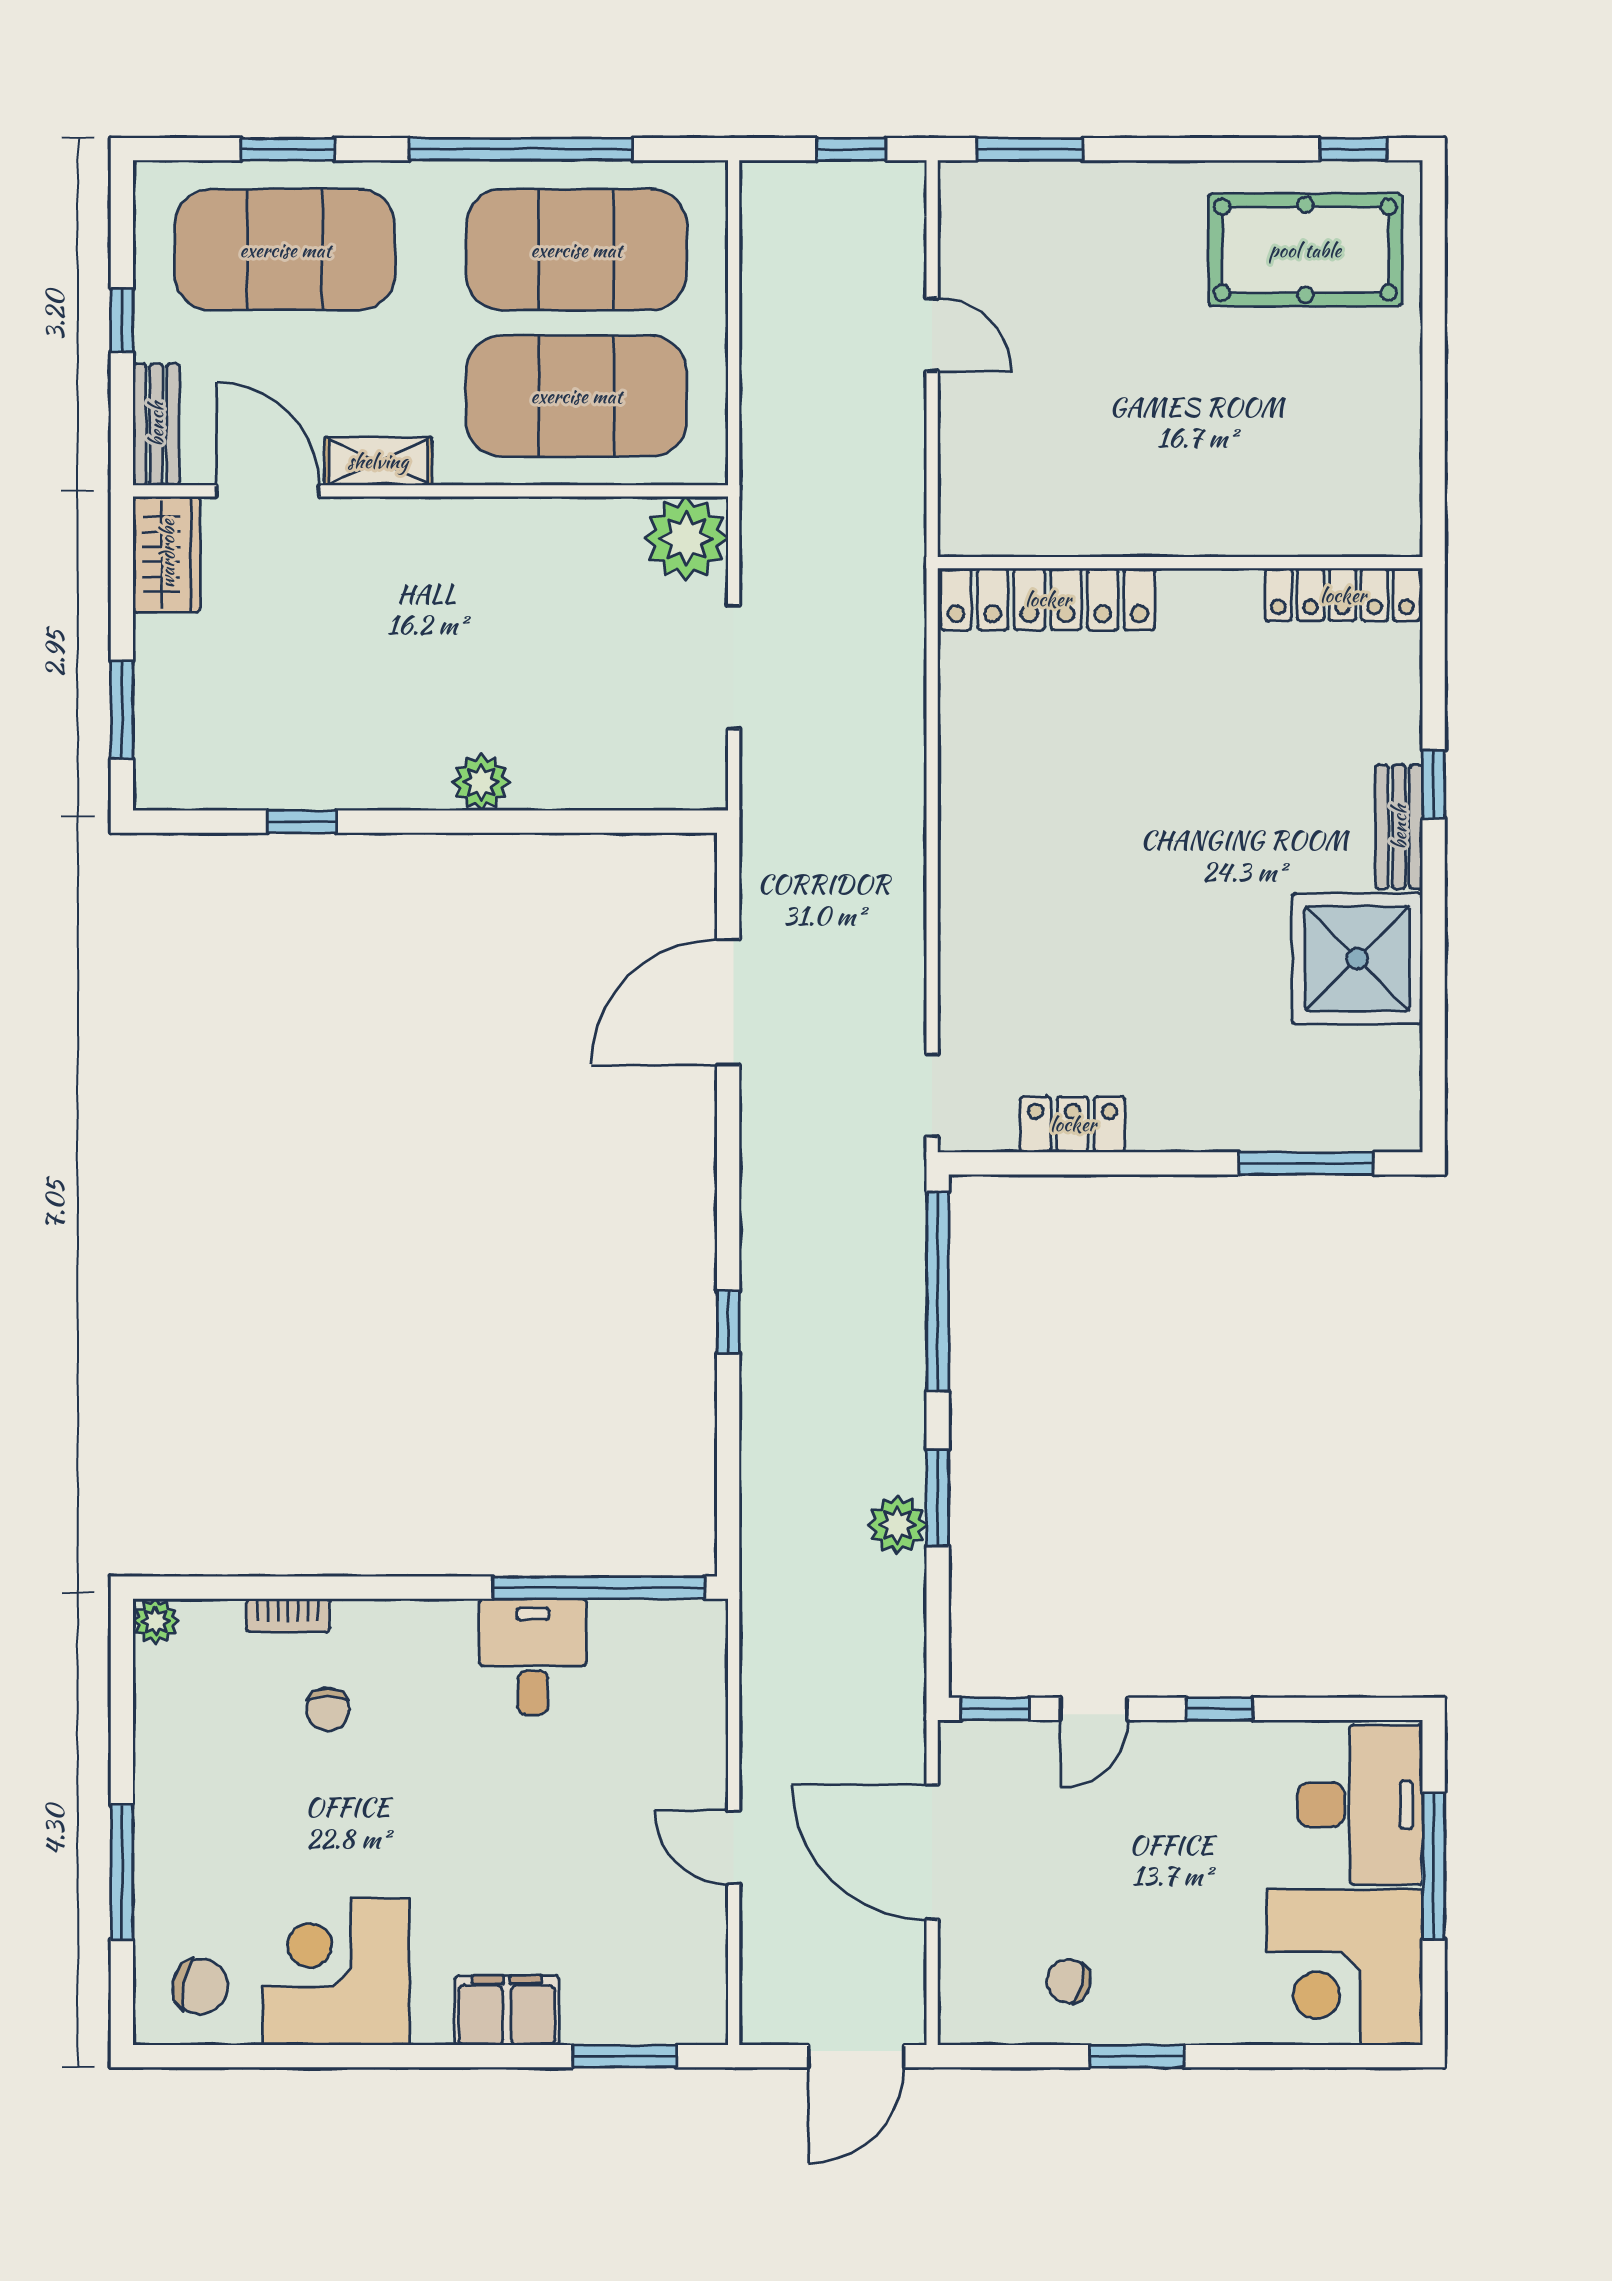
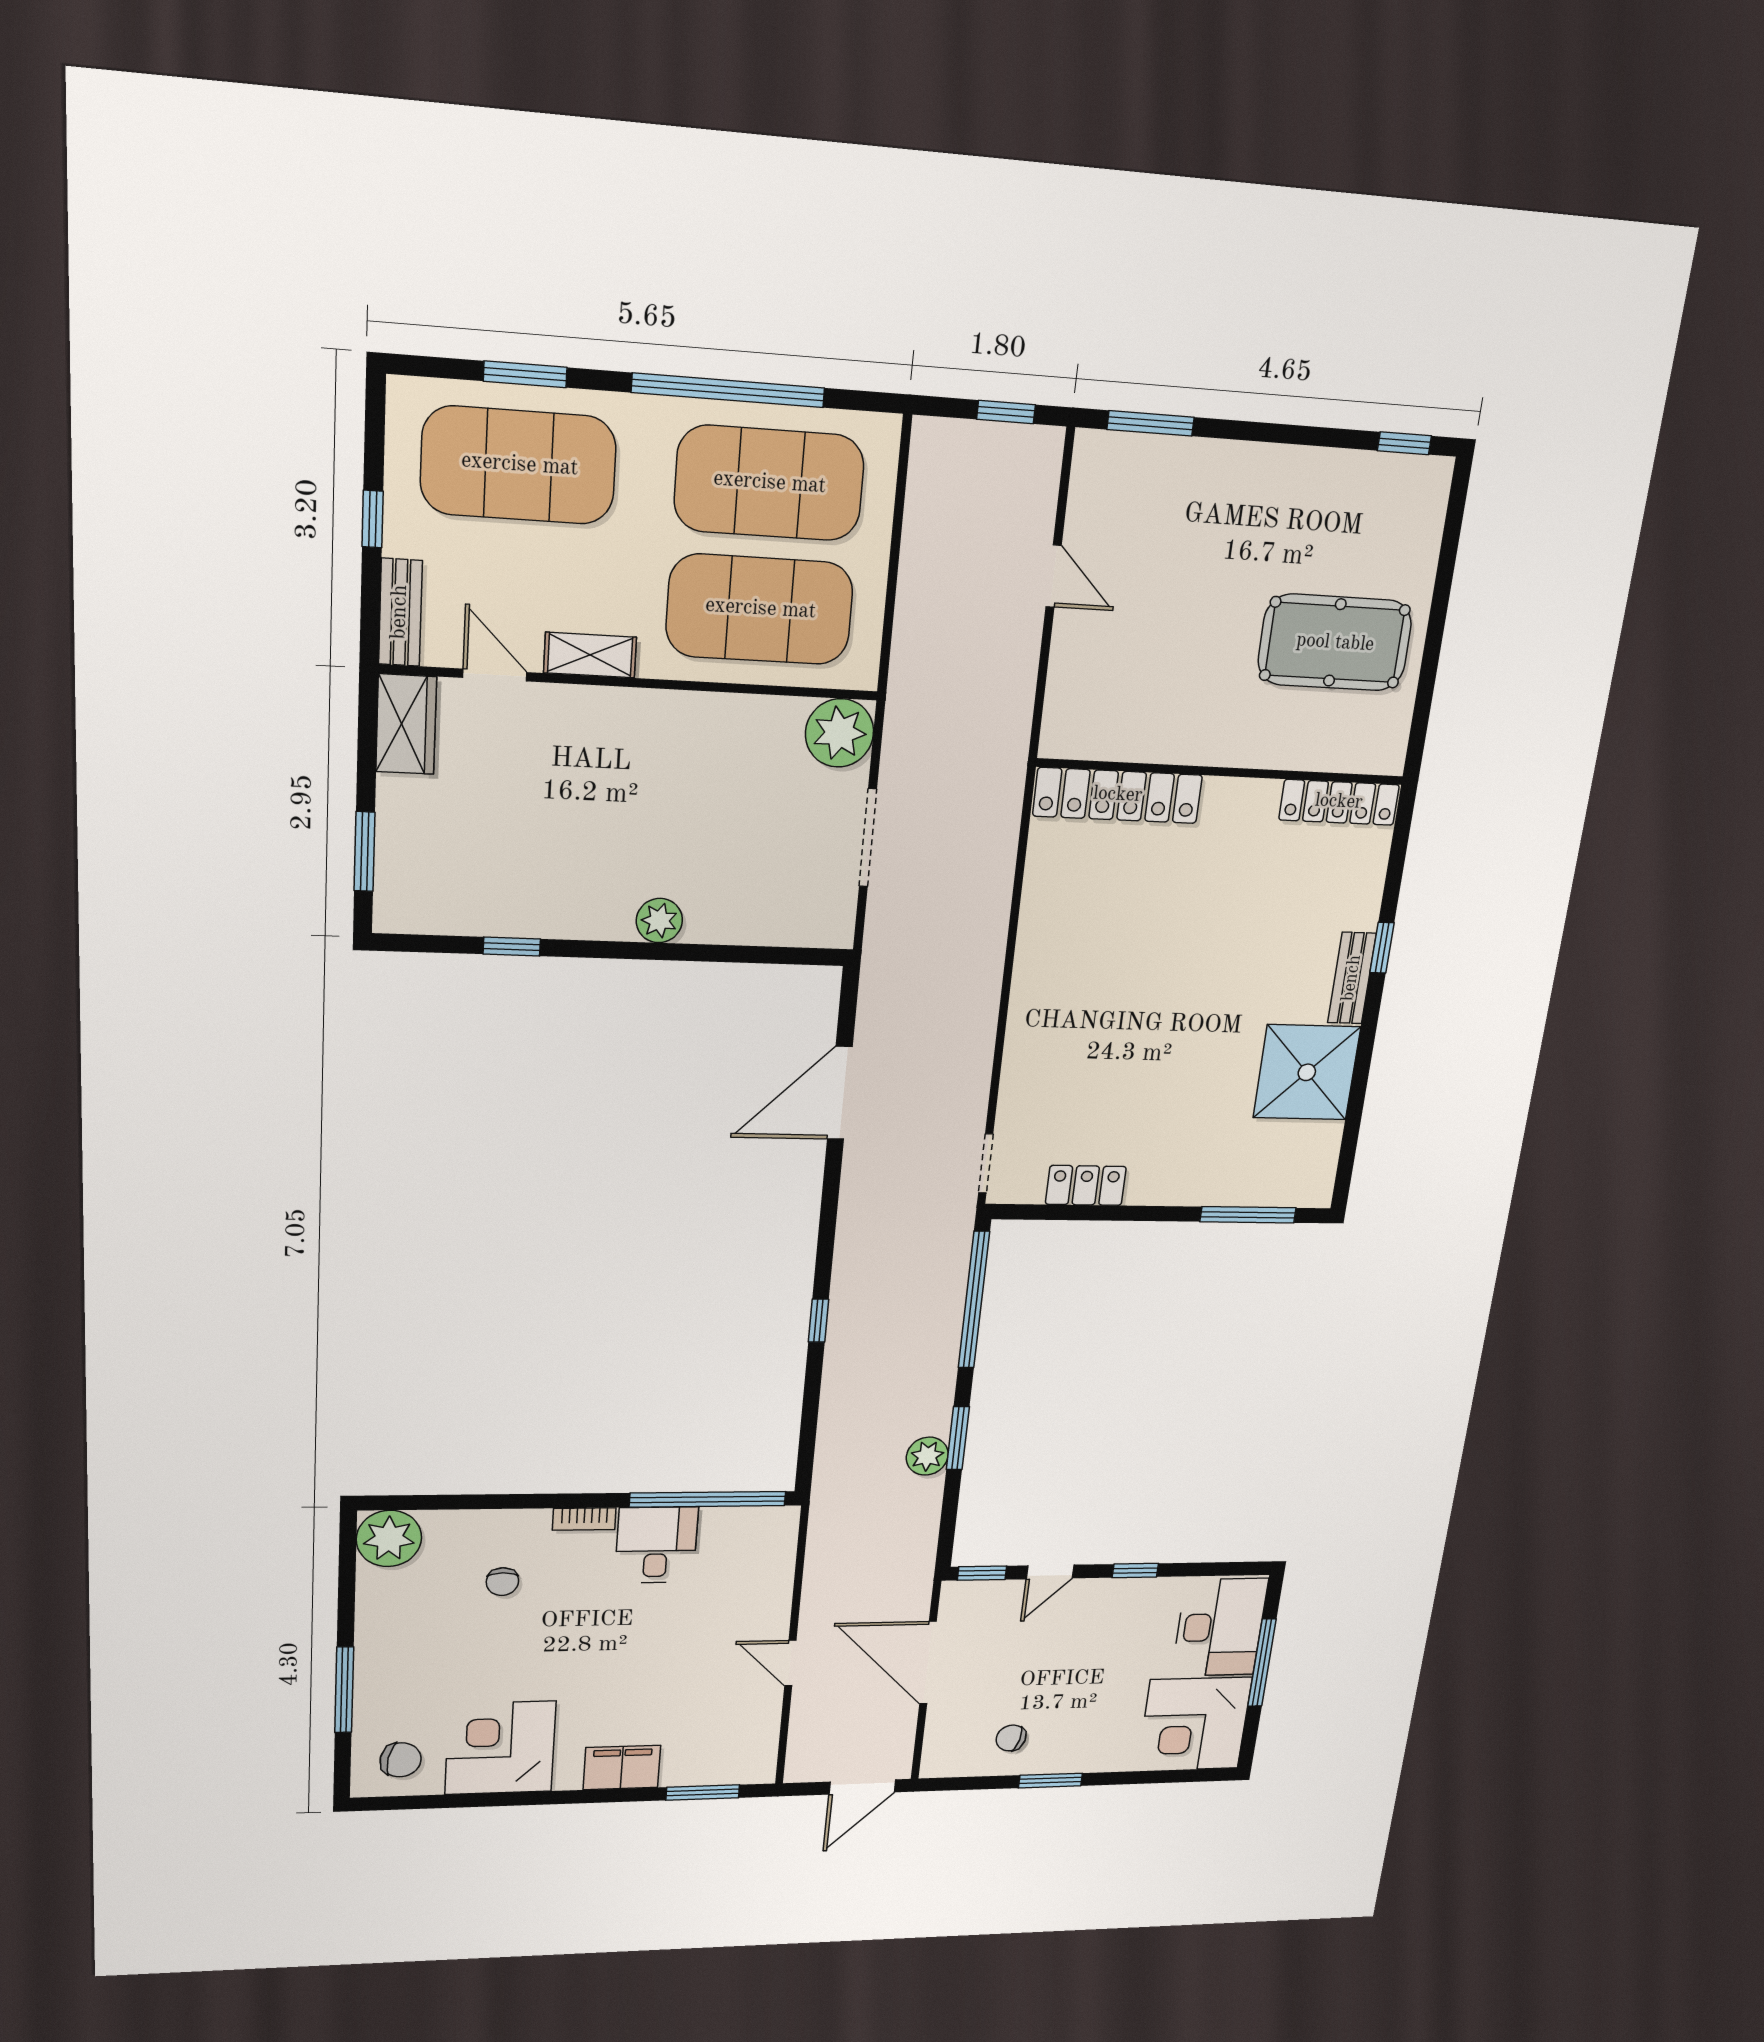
pool table: (1305, 250) -> (1335, 643), moved
door: (268, 491) -> (495, 675), width x0.73
bookcase: (288, 1615) -> (584, 1519), moved
plant: (156, 1621) -> (389, 1539), width x1.88, depth x1.88

